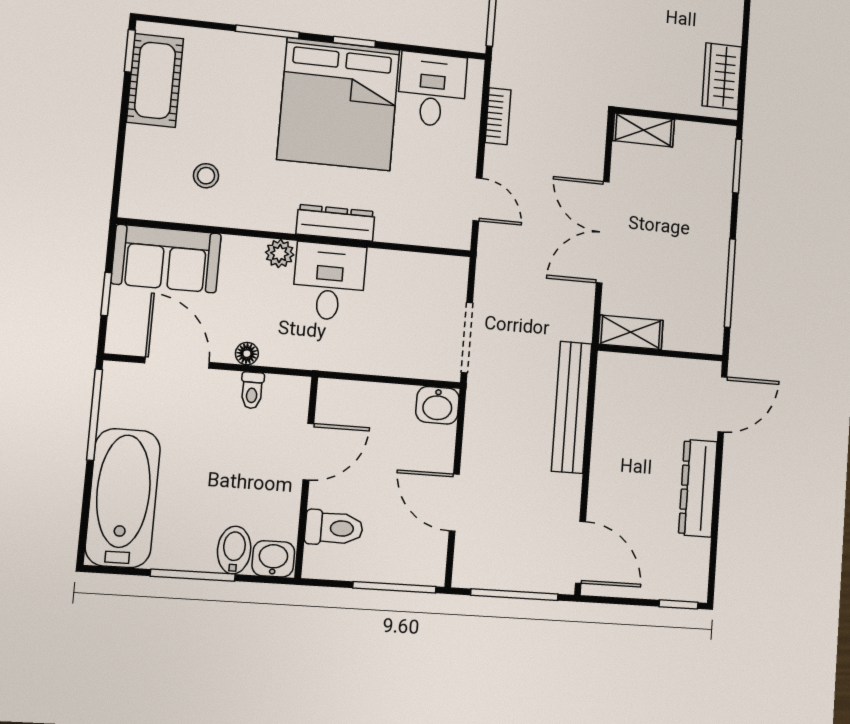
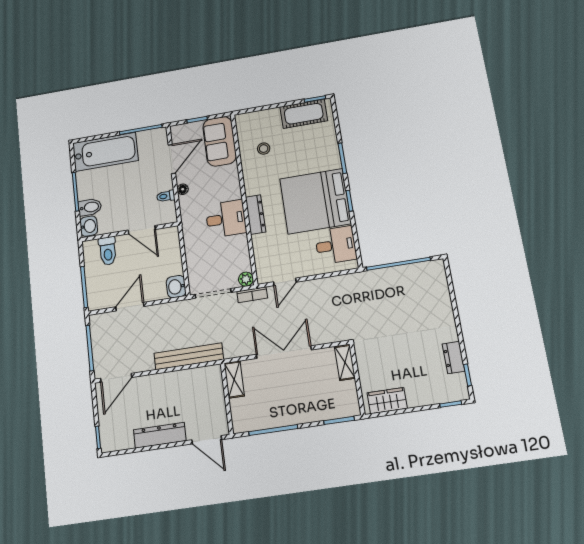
bookcase: (498, 116) -> (252, 295), moved
plant: (280, 254) -> (246, 279), moved

